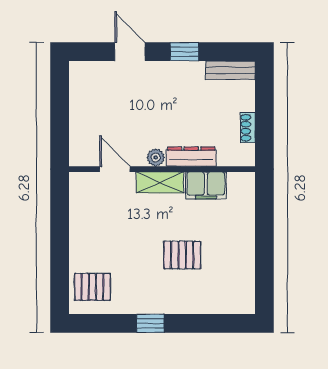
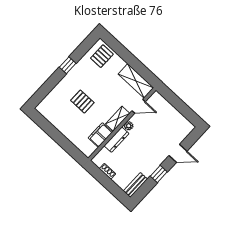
shelving: (83, 206) -> (136, 81), added
pallet: (182, 255) -> (82, 102), turned 90

